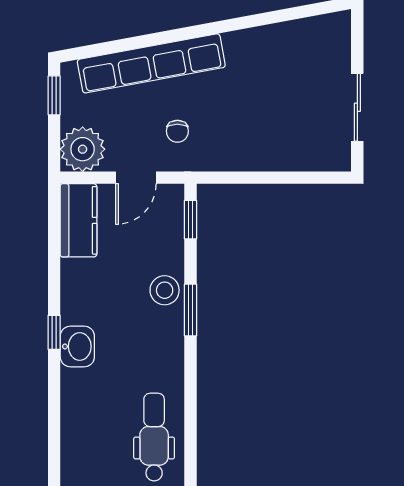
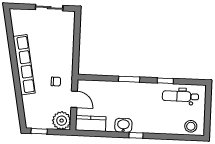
row of seats: (151, 63) -> (24, 65), moved
window: (191, 220) -> (165, 81), moved
stool: (165, 290) -> (191, 126), moved
washbasin: (77, 346) -> (123, 125), moved

